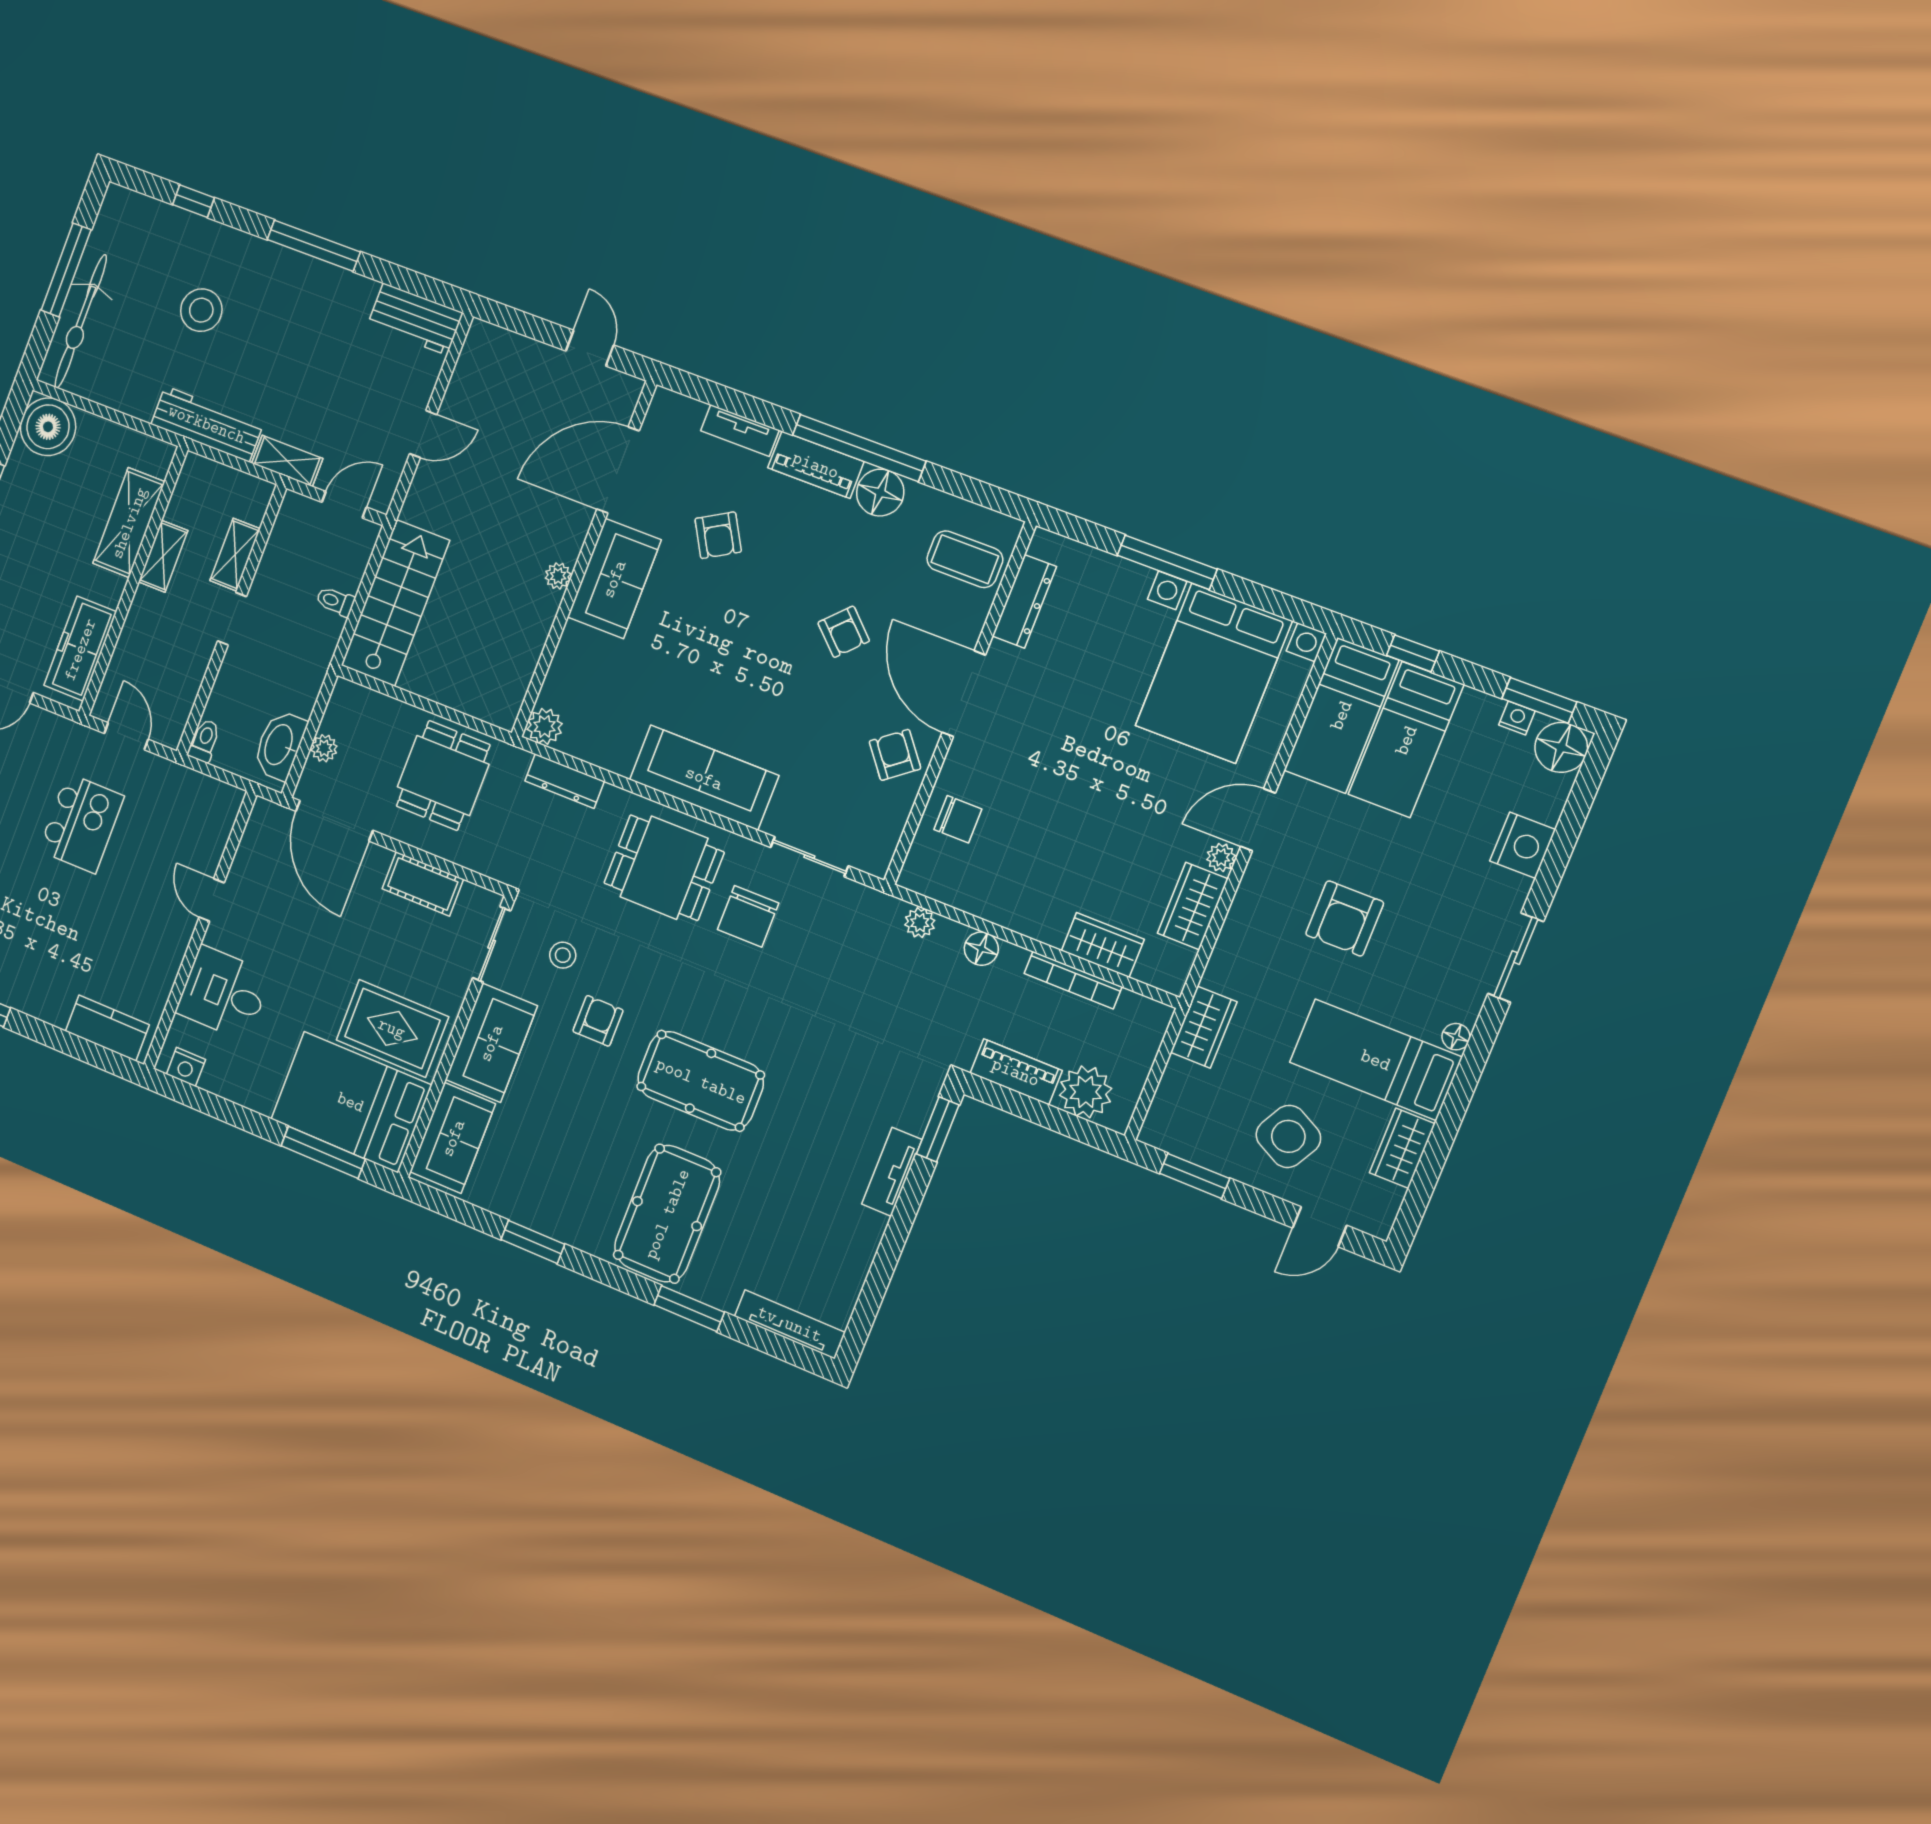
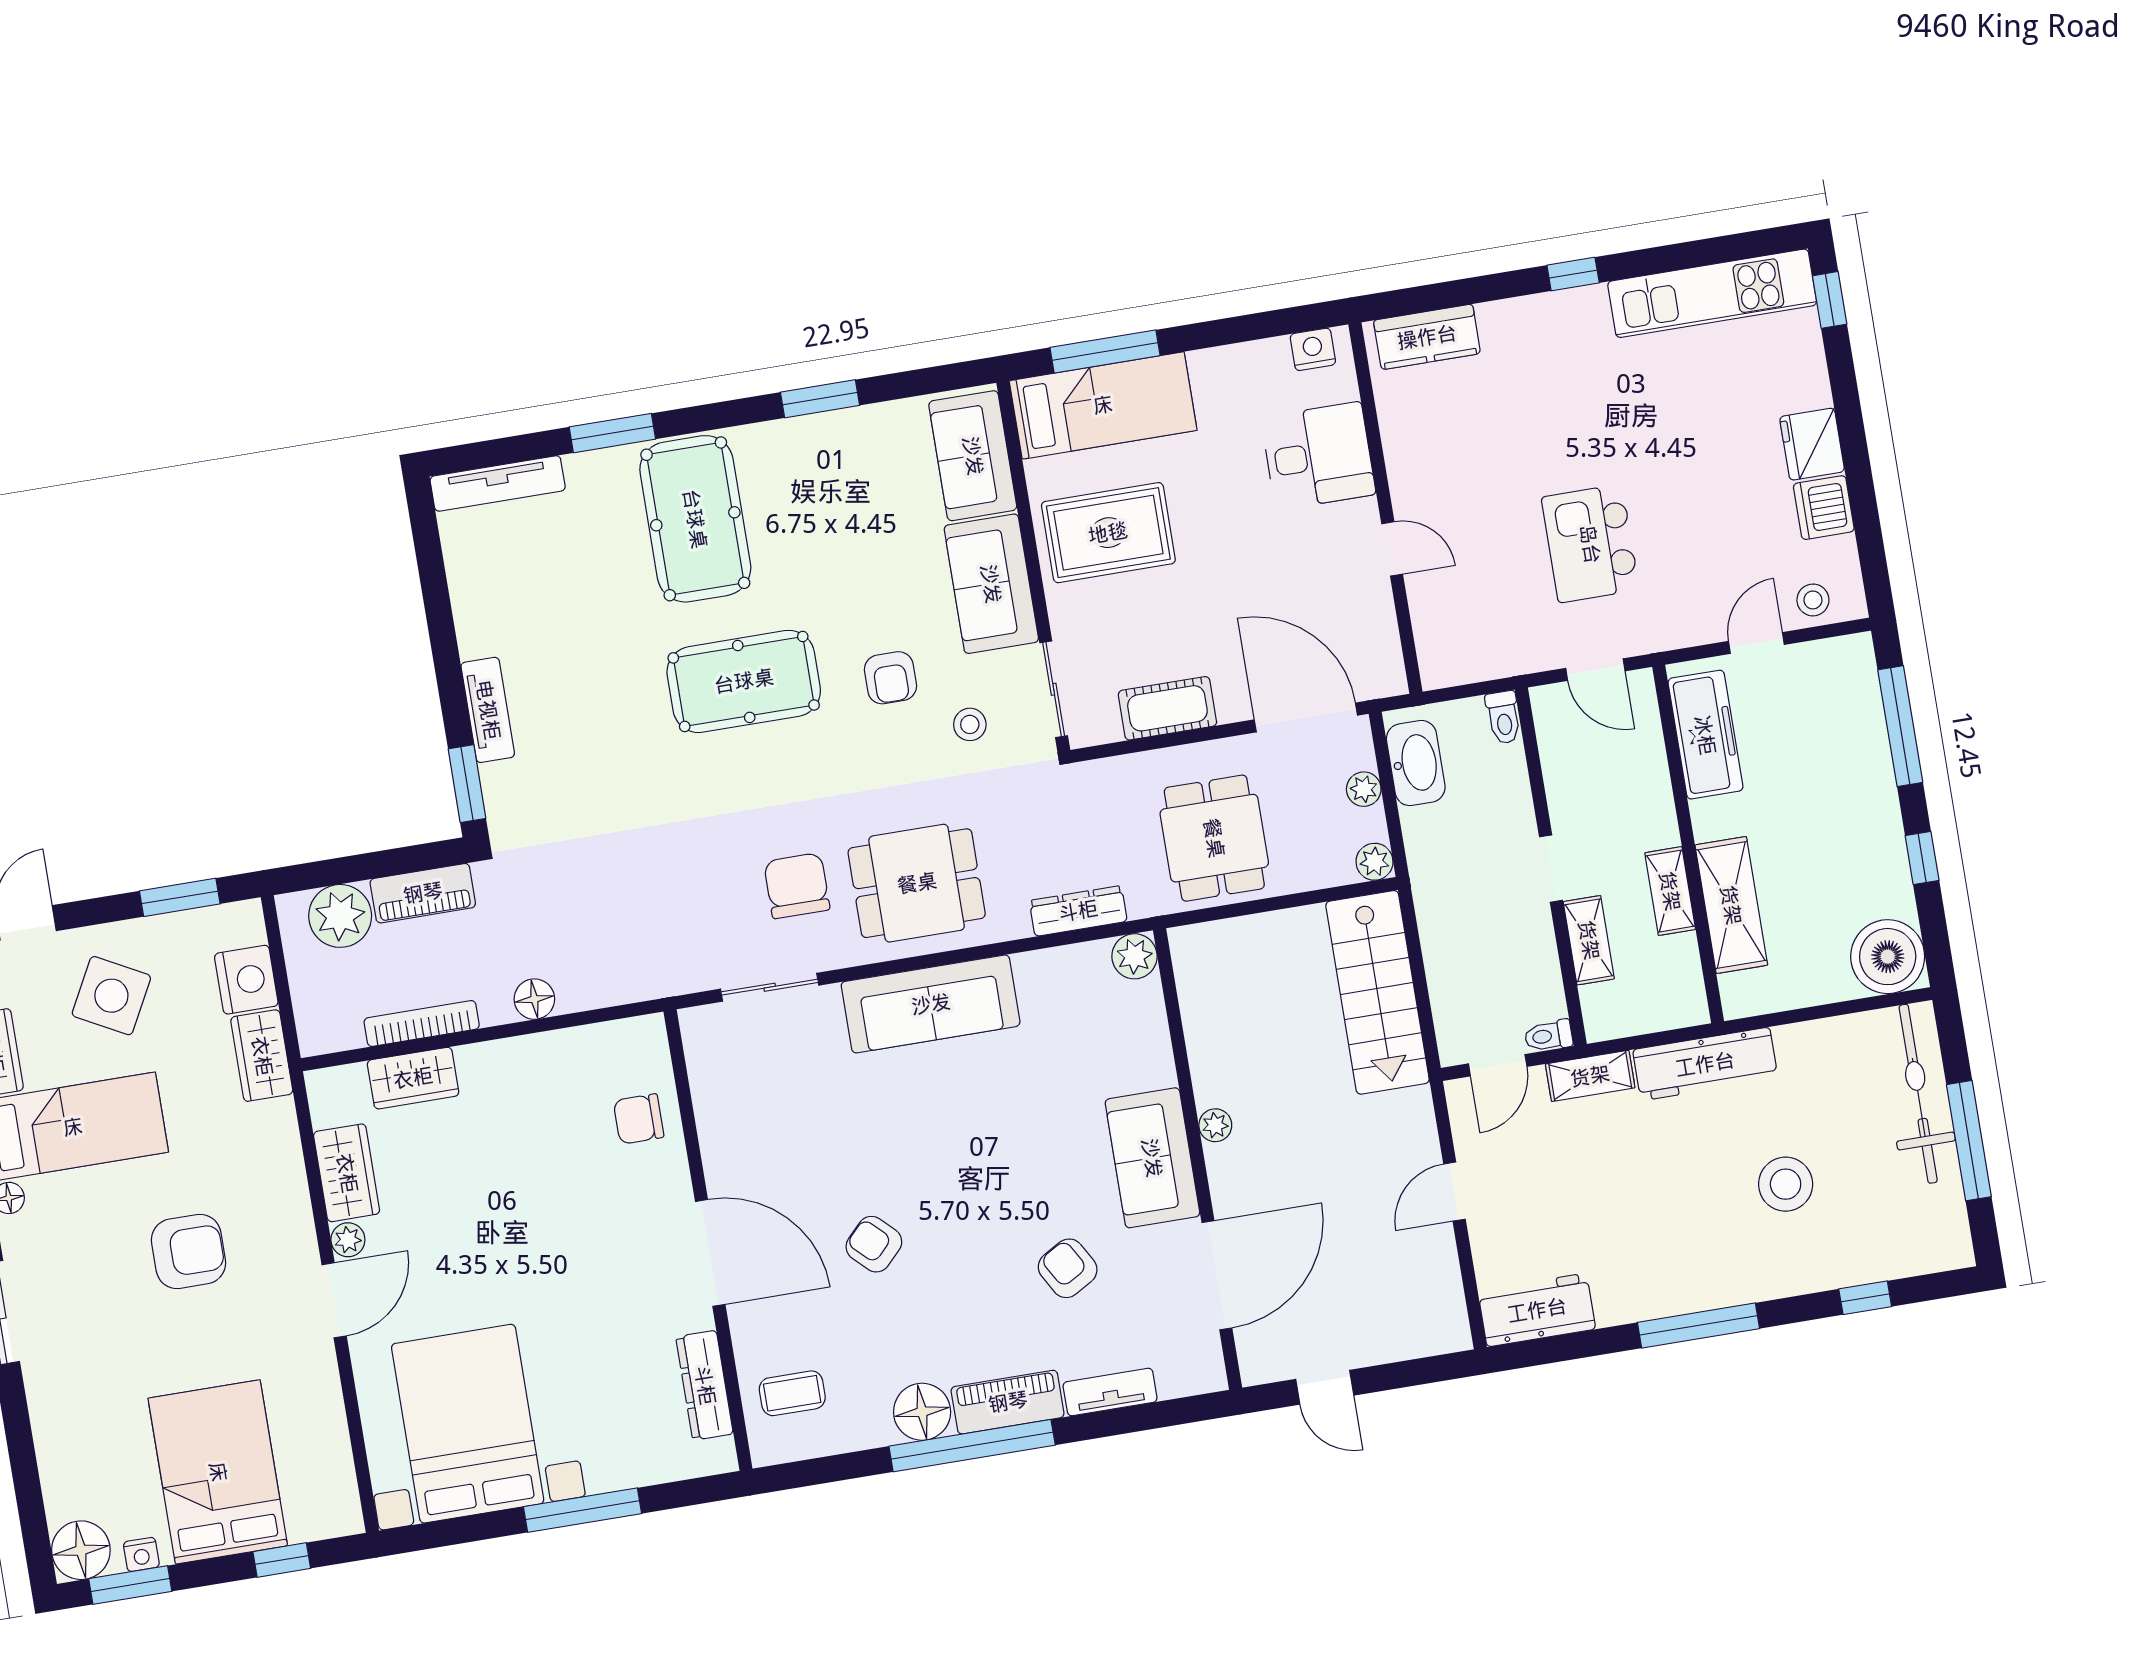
coffee table: (965, 559) -> (792, 1393), width x0.73, depth x0.77
toilet: (335, 601) -> (1549, 1036), moved, turned 180
bed: (1341, 715) -> (315, 1456), removed
bed: (1406, 740) -> (218, 1472), width x1.50
armchair: (895, 755) -> (744, 1147), removed
nightstand: (1523, 845) -> (246, 980), moved, turned 180
armchair: (1345, 918) -> (188, 1251), turned 90
plant: (920, 923) -> (1375, 862), moved
bed: (351, 1102) -> (1103, 405), width x0.67

